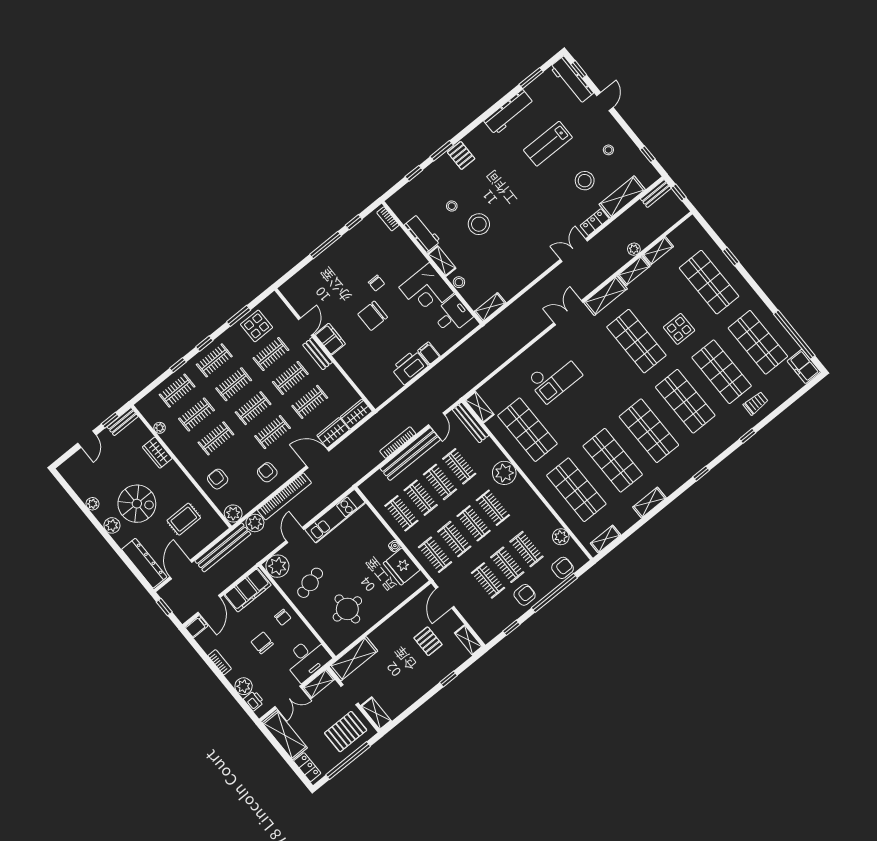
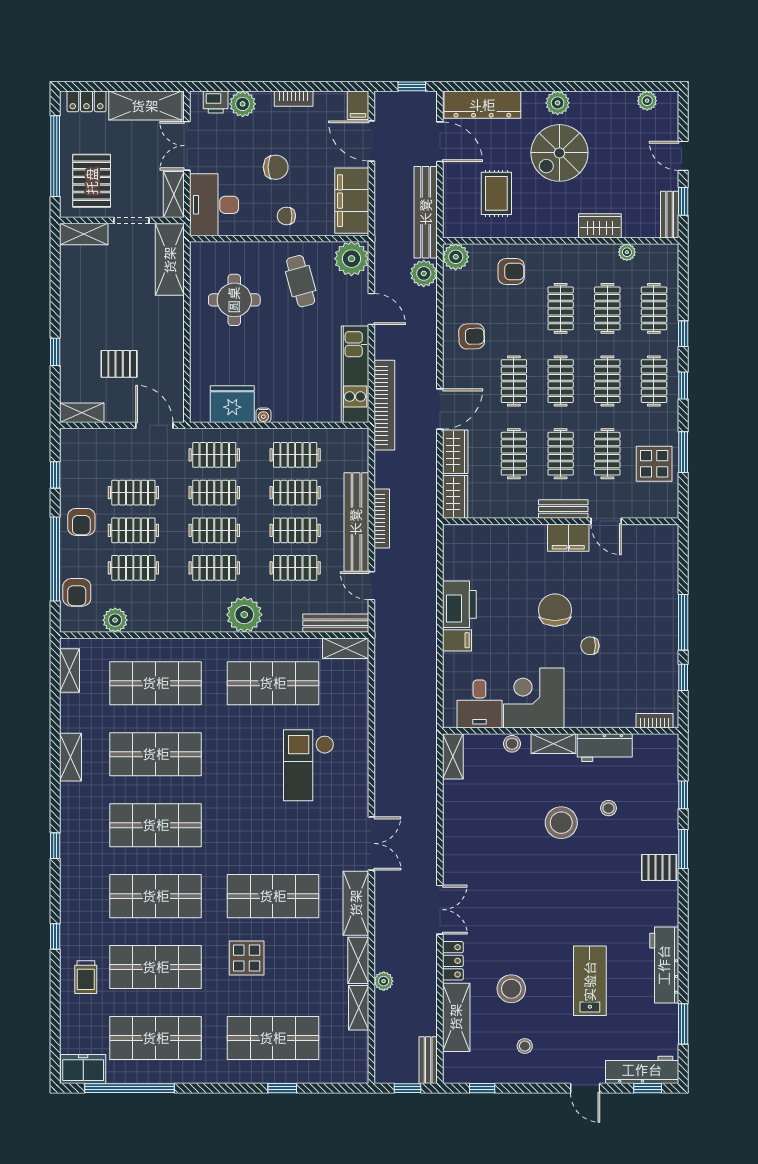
bookcase: (284, 496) -> (384, 405), moved, turned 180
plant: (92, 504) -> (647, 101), moved

